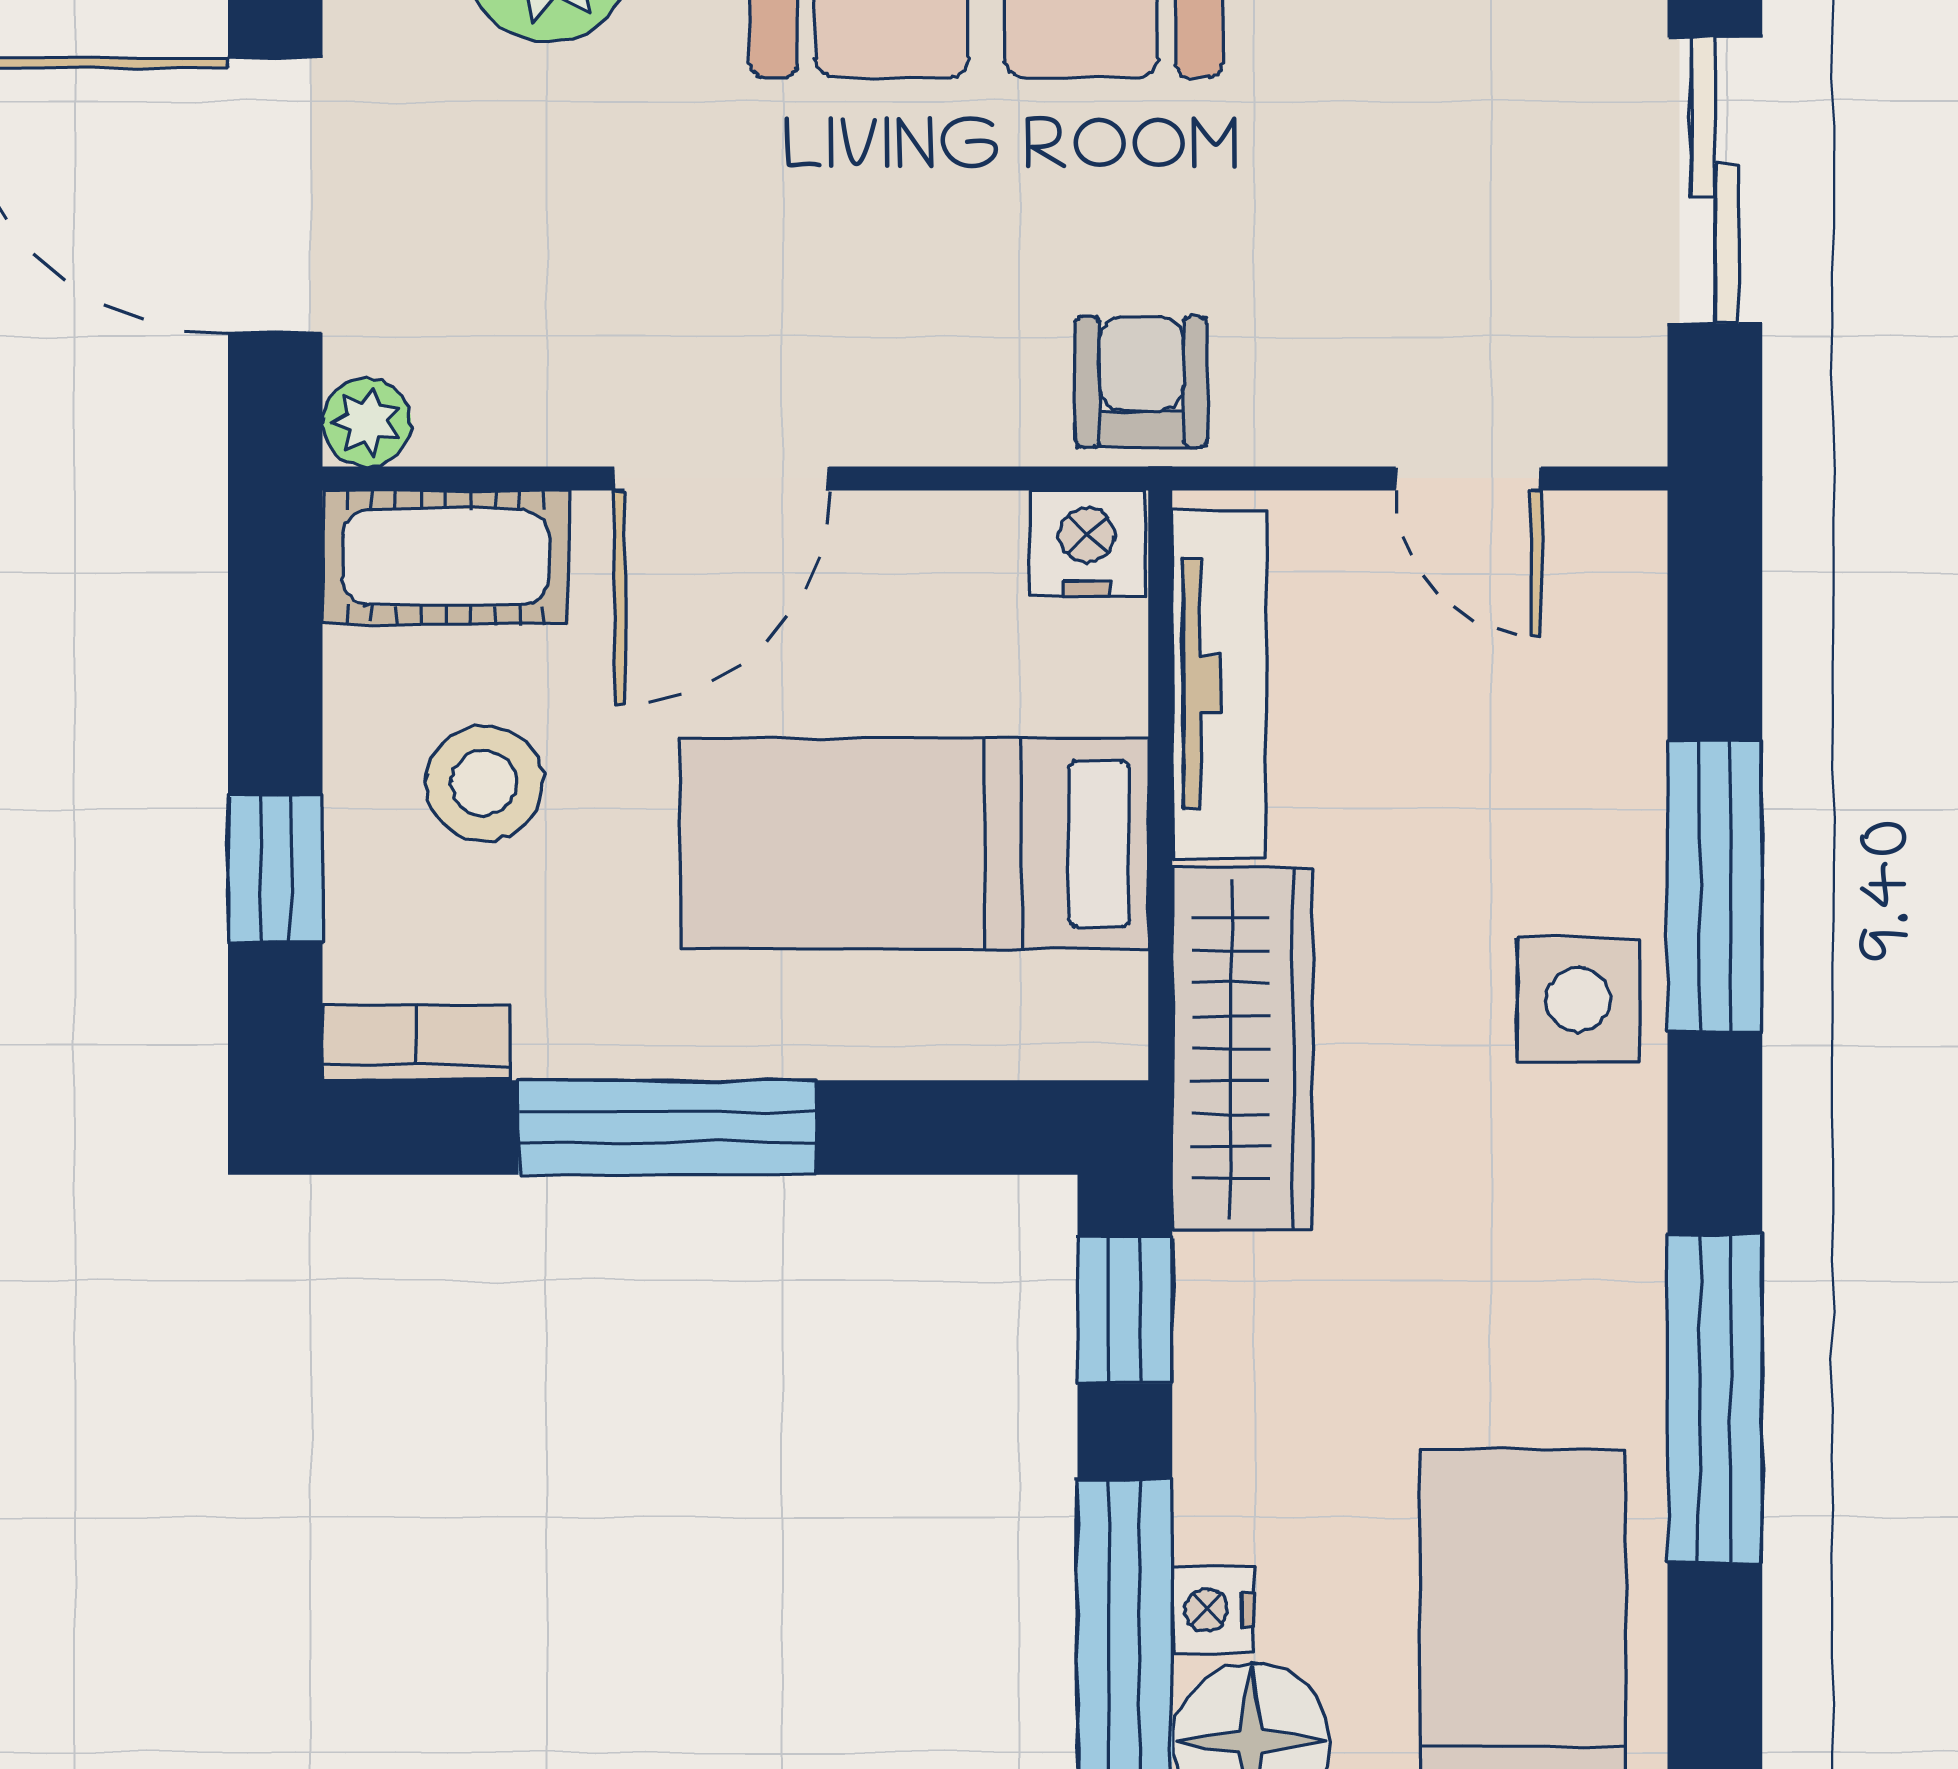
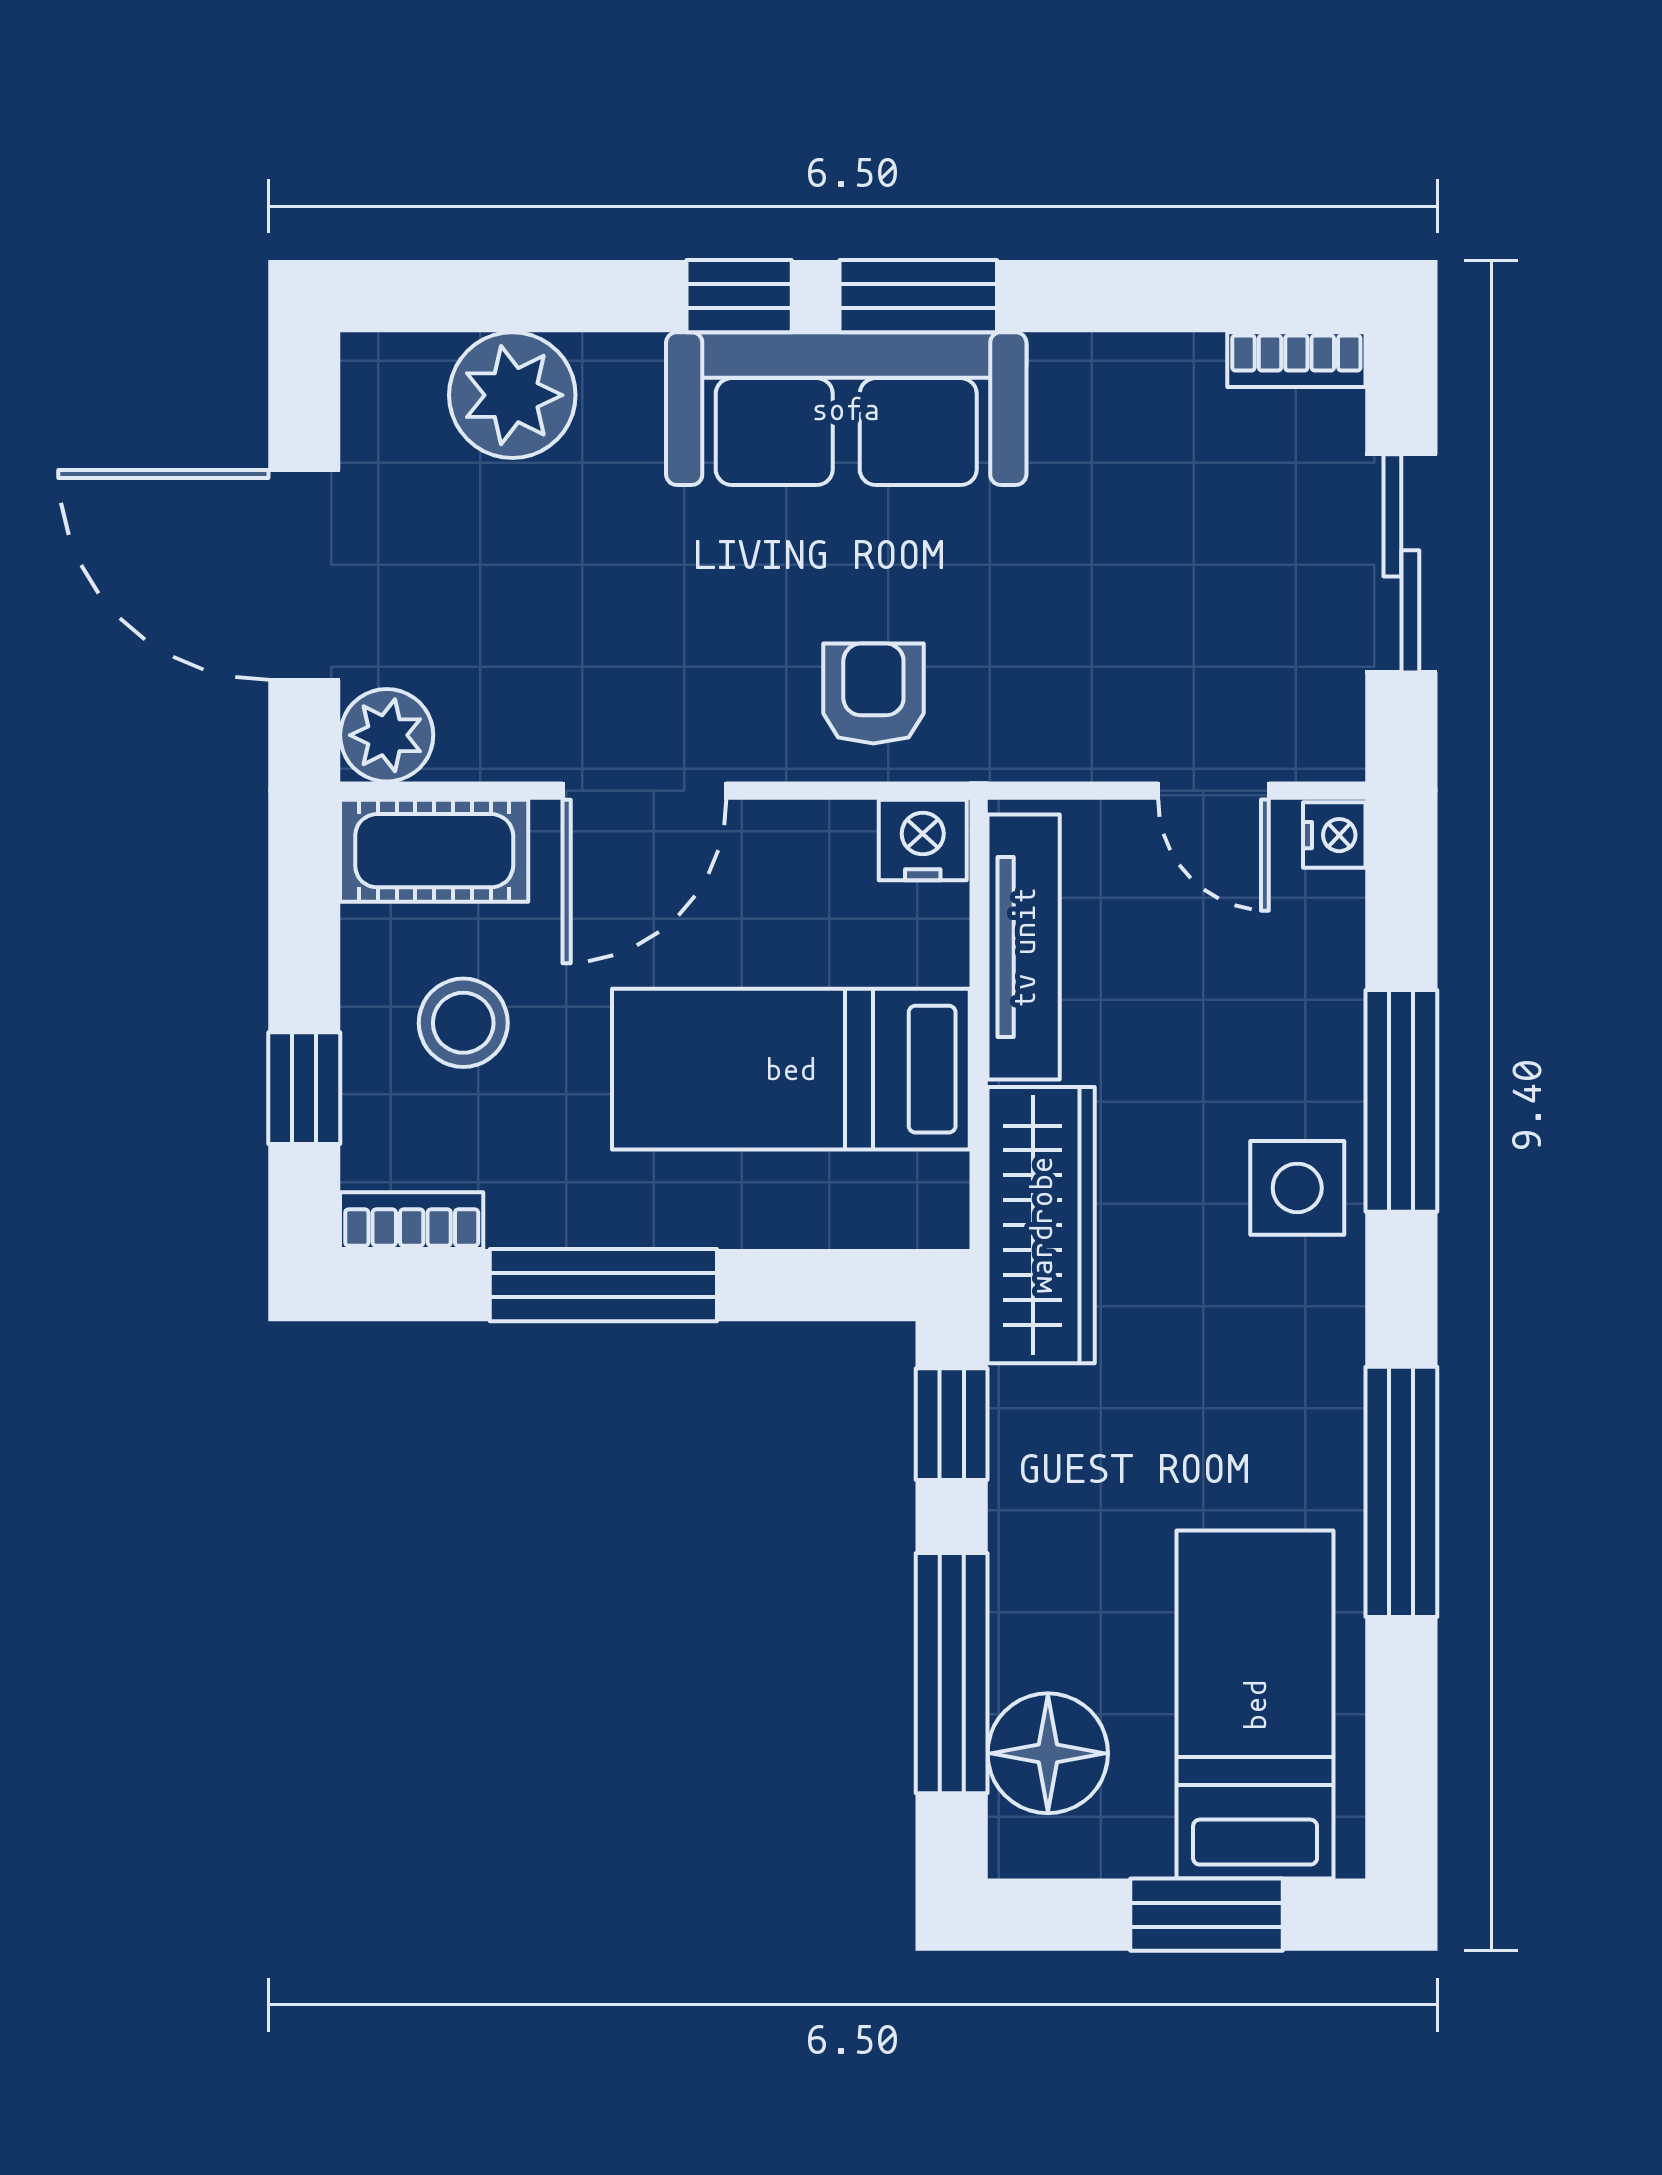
armchair: (1141, 382) -> (873, 693), moved
plant: (367, 422) -> (387, 735), width x1.38, depth x1.38
nightstand: (1213, 1610) -> (1334, 835), moved, turned 180

